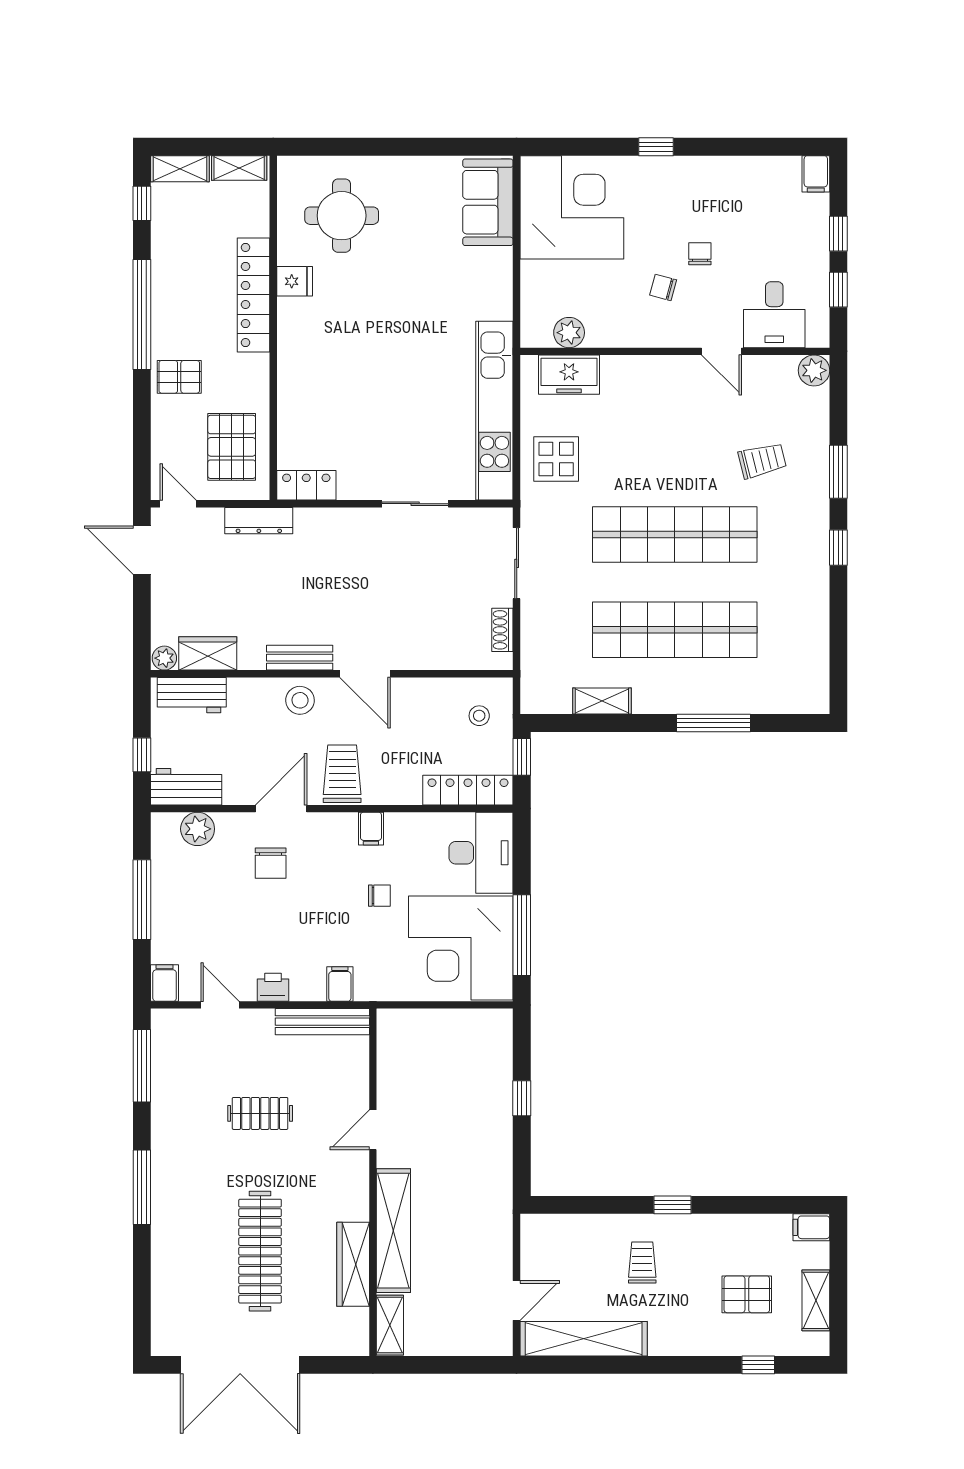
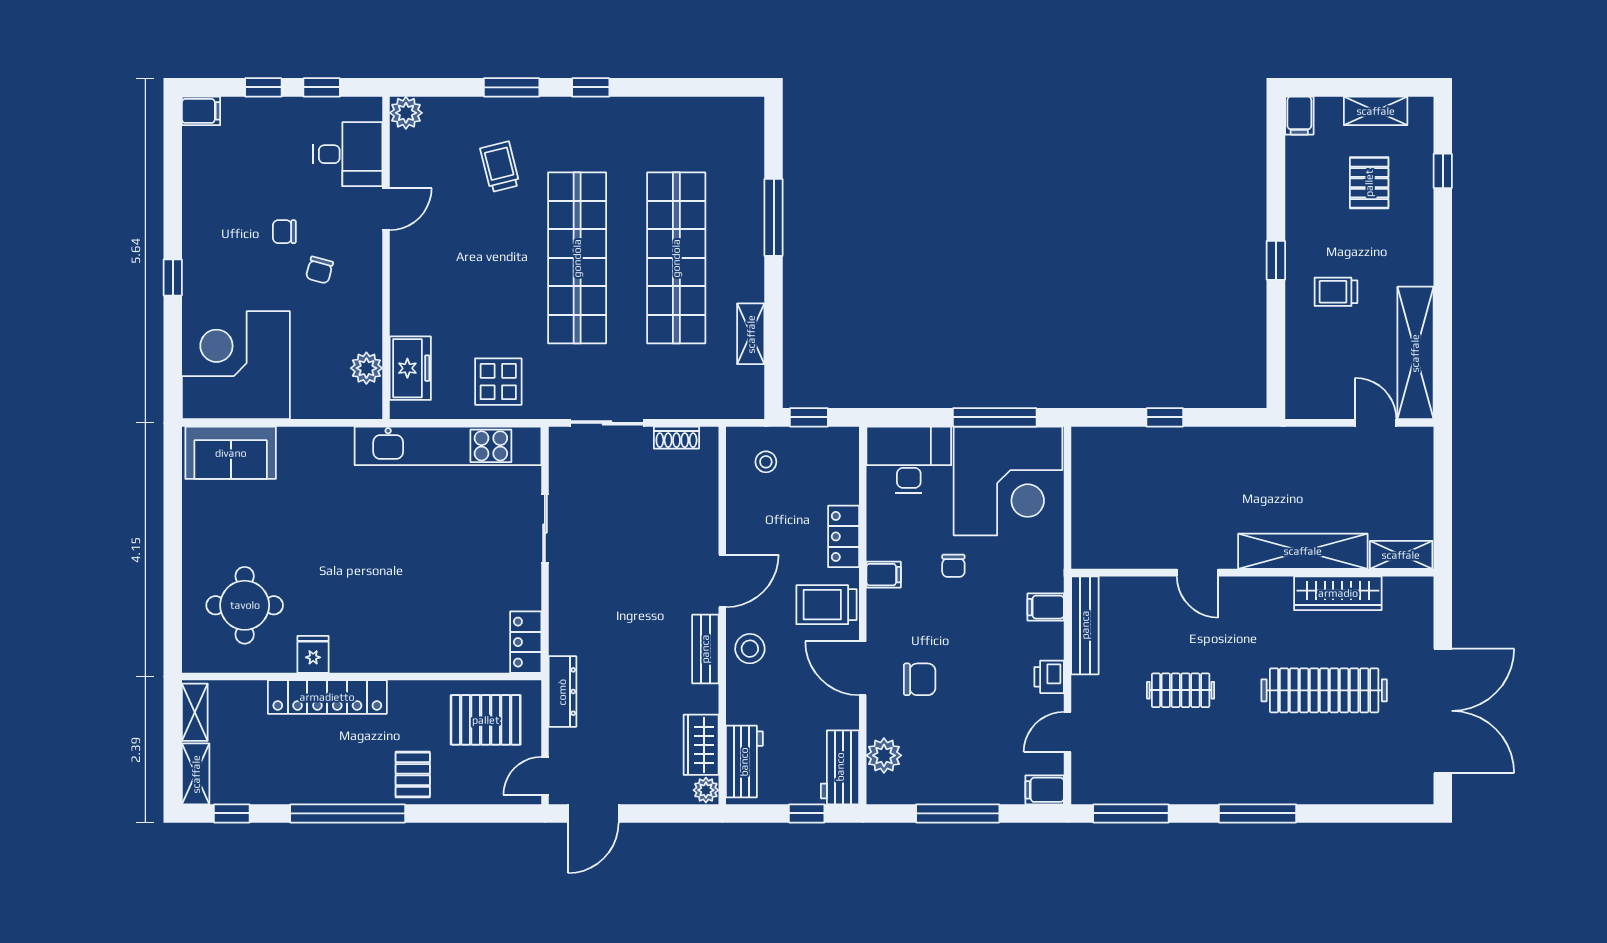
locker: (468, 790) -> (844, 536), moved, width x0.66
chair: (379, 896) -> (953, 566), turned 180
clothes rail: (260, 1113) -> (1181, 690), turned 90

